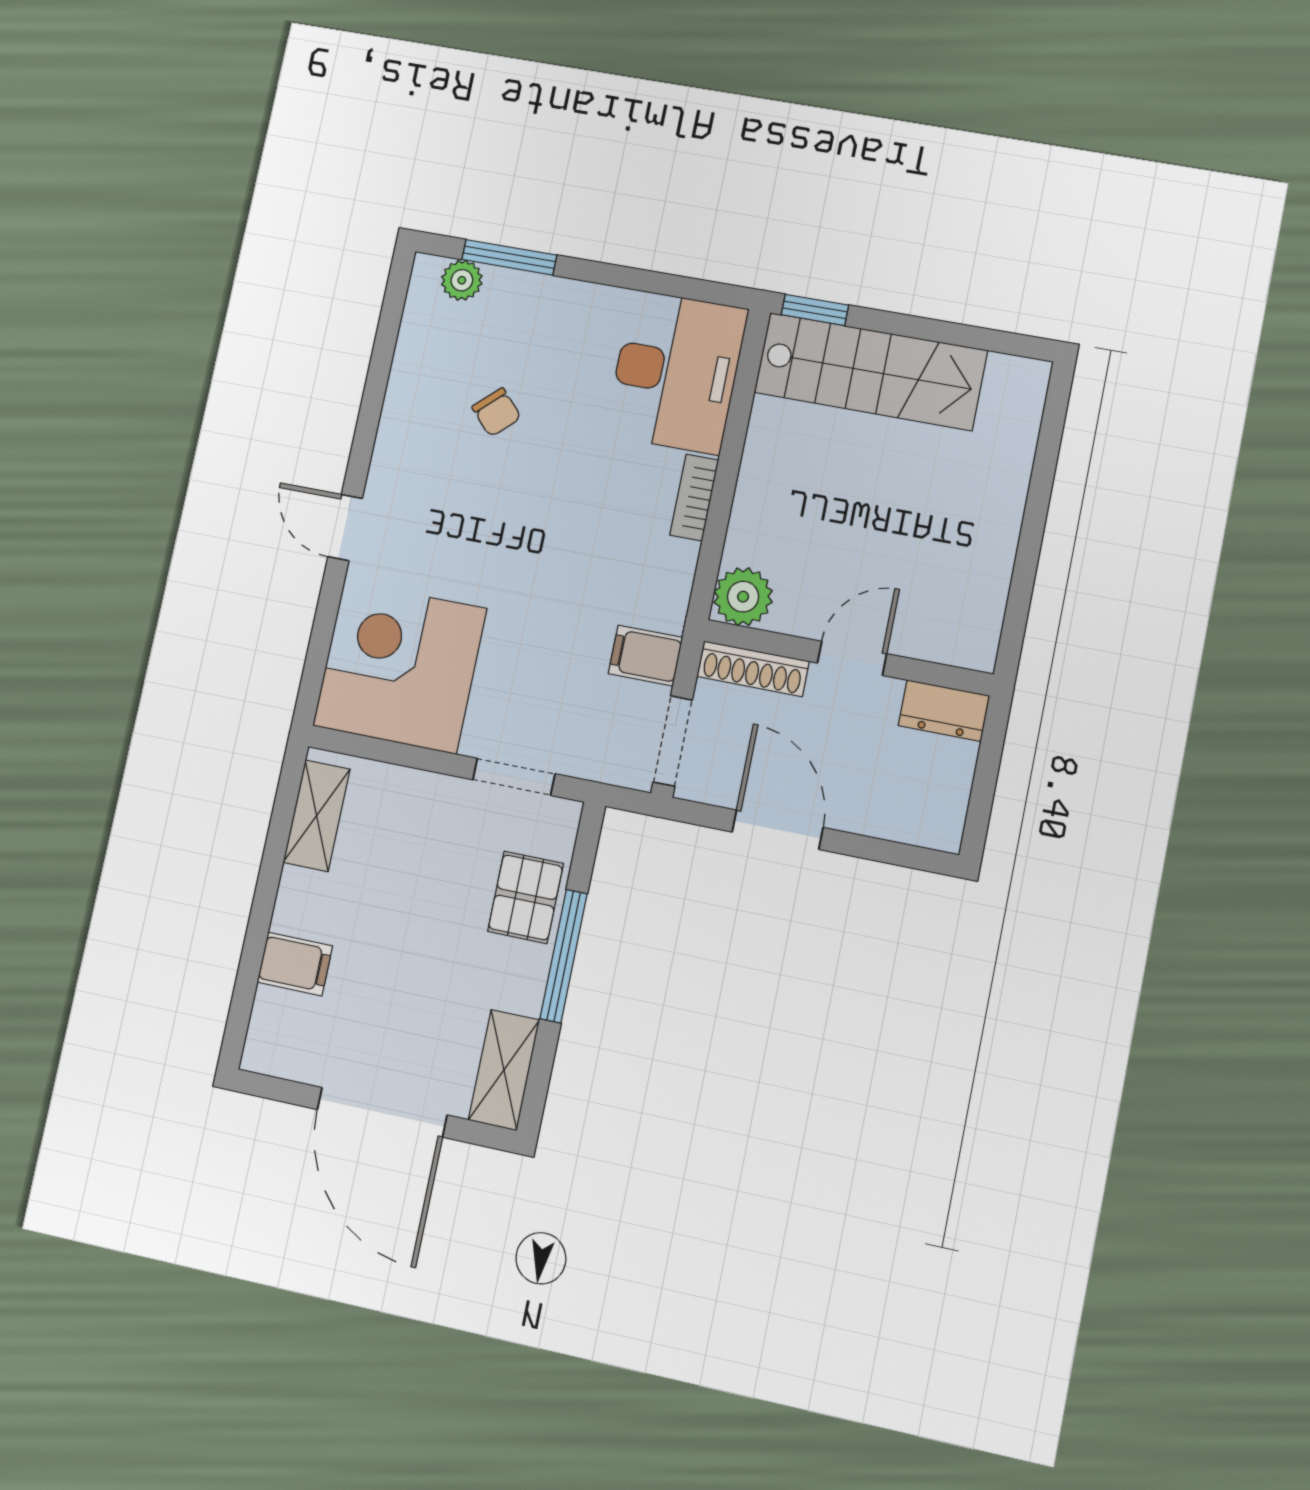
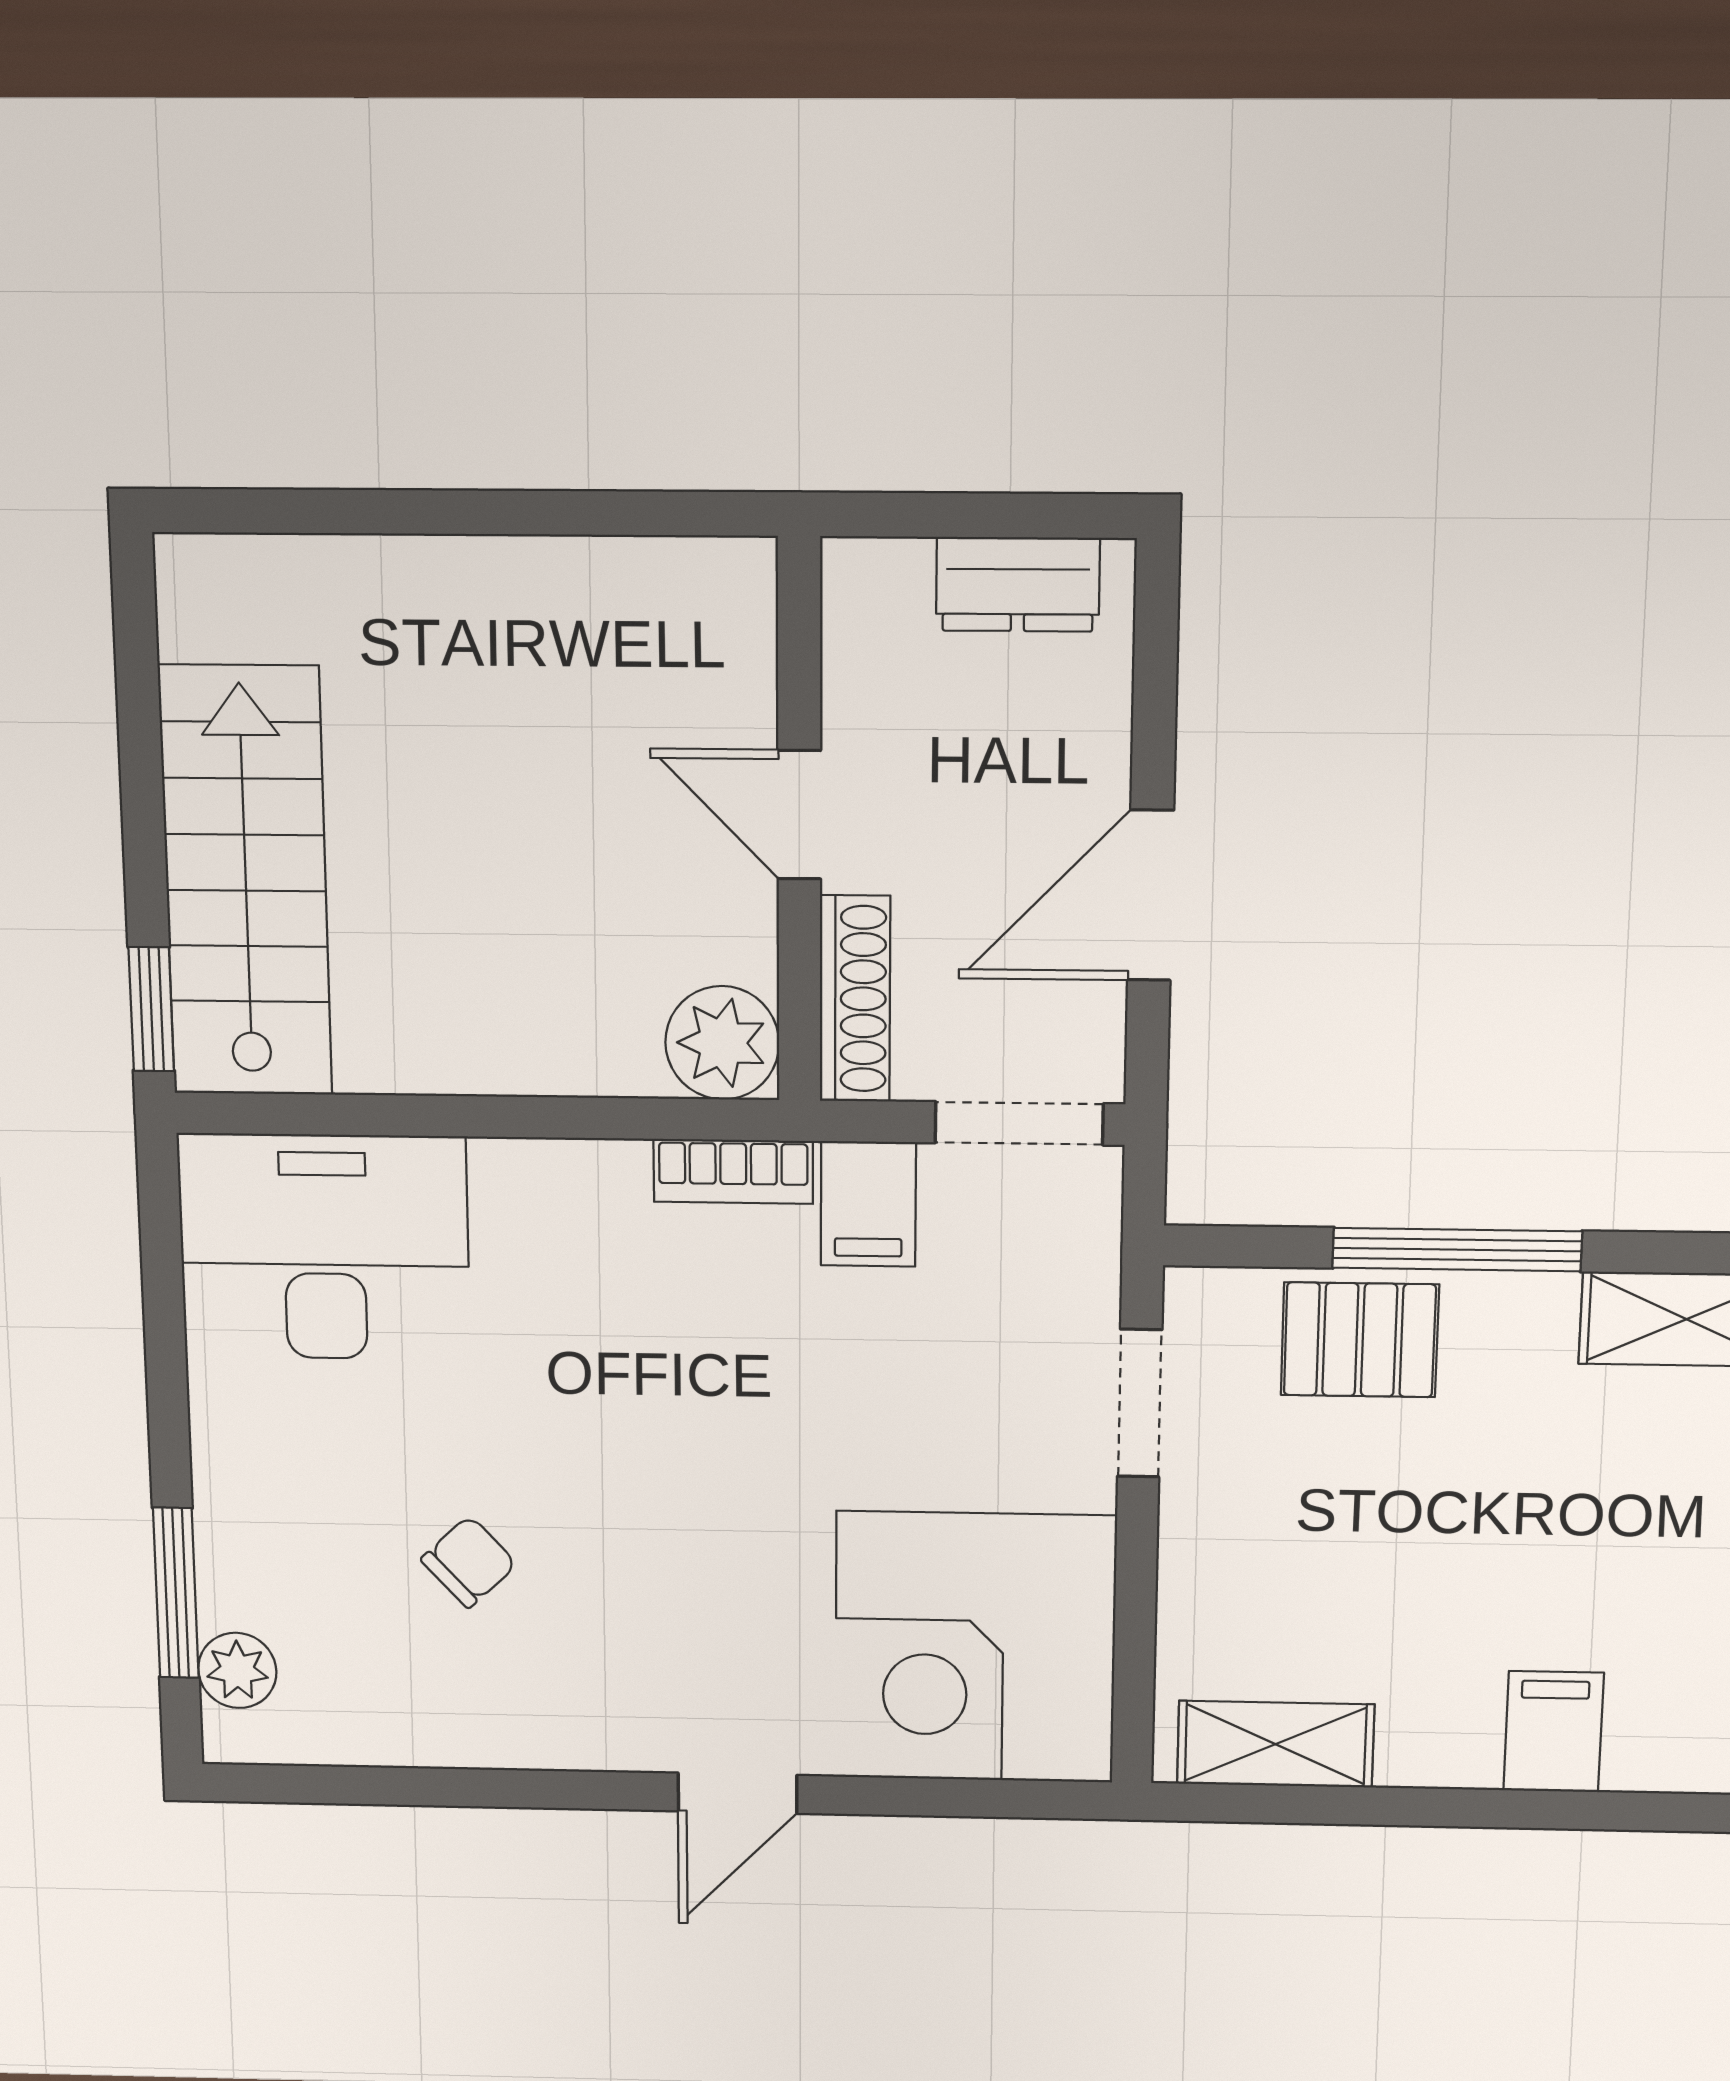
bookcase: (694, 498) -> (733, 1171), moved
dresser: (944, 711) -> (1018, 584), moved, turned 90

